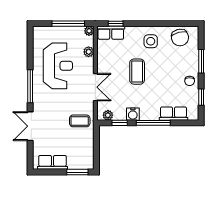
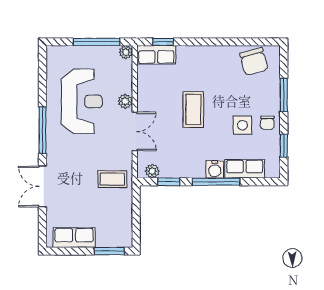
side table: (151, 41) -> (242, 125), moved
plant: (89, 52) -> (125, 101), moved
water cooler: (133, 114) -> (215, 169), moved

